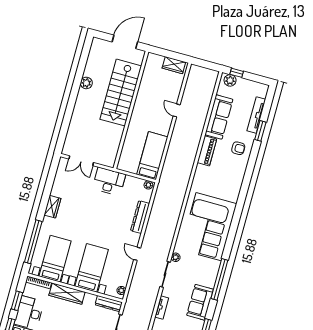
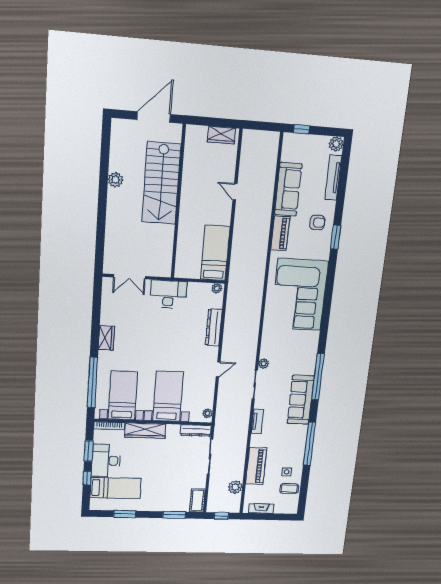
plant: (230, 80) -> (336, 144), moved
window: (260, 131) -> (336, 237), moved
corner sofa: (209, 227) -> (299, 295), moved
door: (137, 254) -> (218, 369), swing flipped
sofa: (200, 302) -> (301, 400), width x1.36

